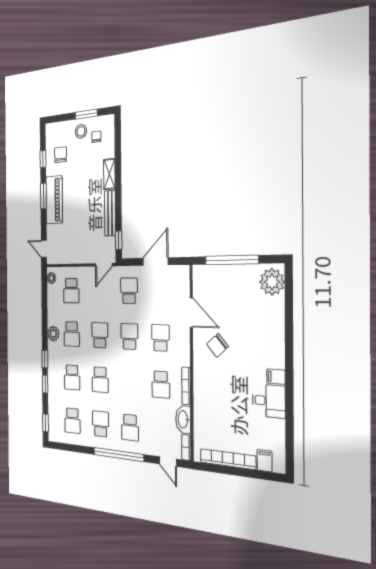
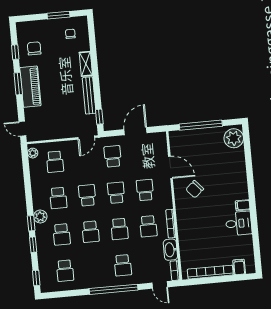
stool: (81, 131) -> (54, 29), removed
plant: (53, 334) -> (40, 217), moved
school desk: (101, 424) -> (119, 229), moved, turned 180

